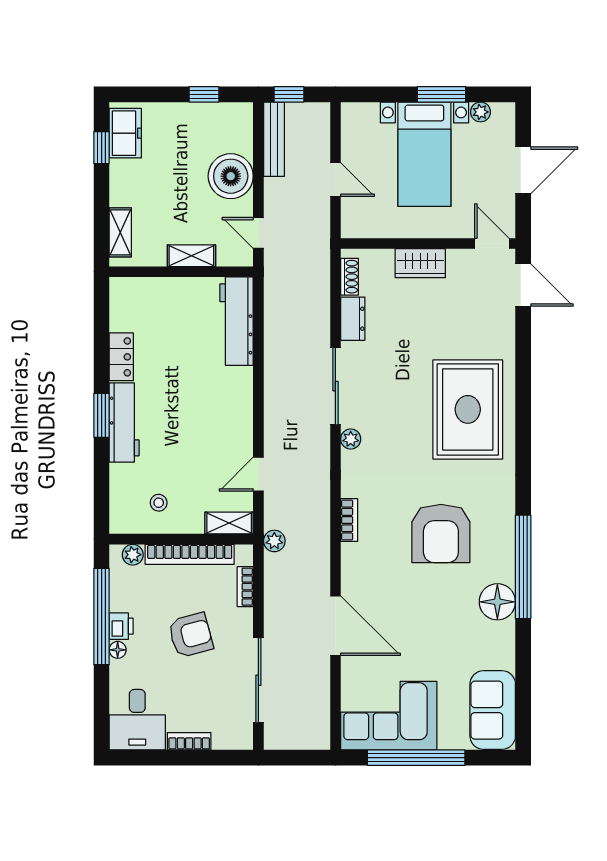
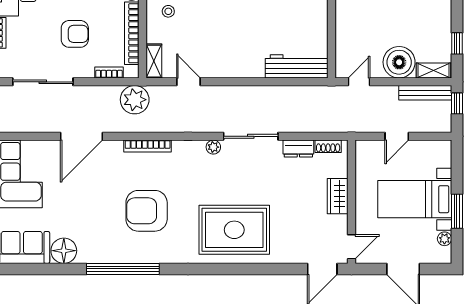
shelving: (191, 256) -> (434, 70), moved, turned 90
bookcase: (349, 520) -> (148, 146), width x1.56
plant: (274, 541) -> (135, 100), width x1.87, depth x1.87
floor lamp: (497, 602) -> (64, 251), moved
armchair: (191, 635) -> (75, 34), turned -75

